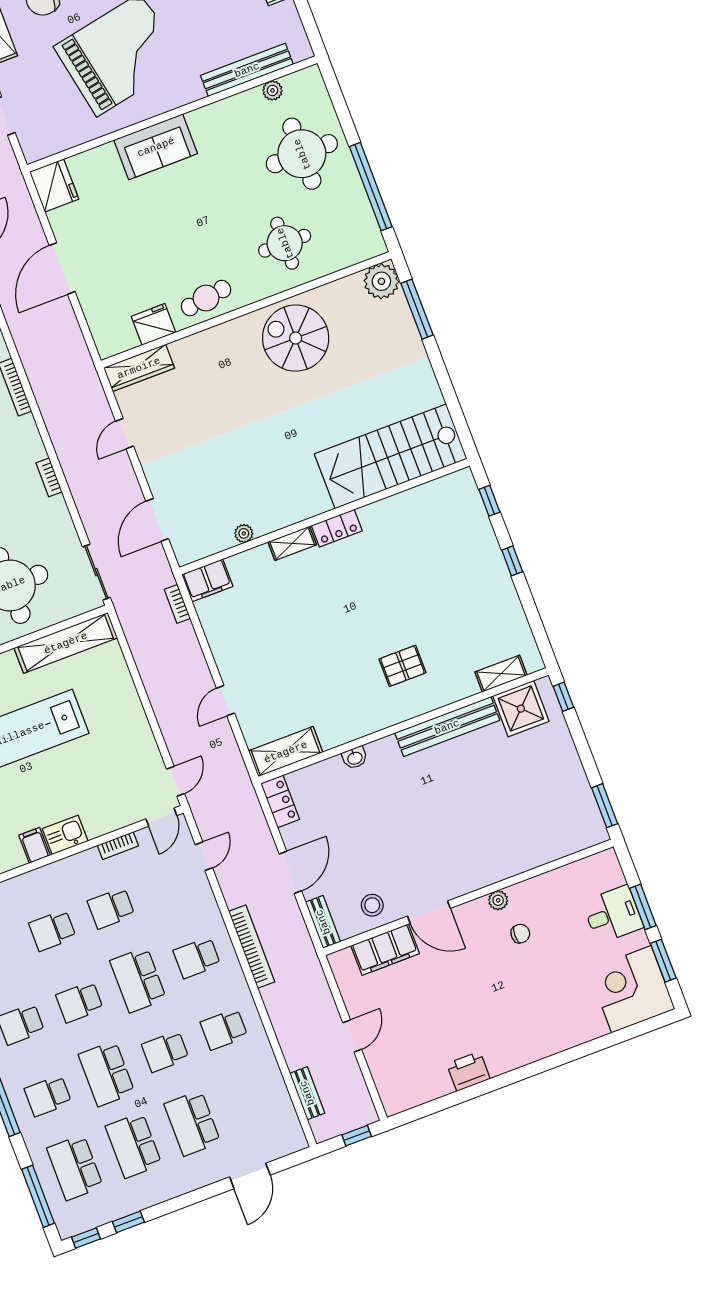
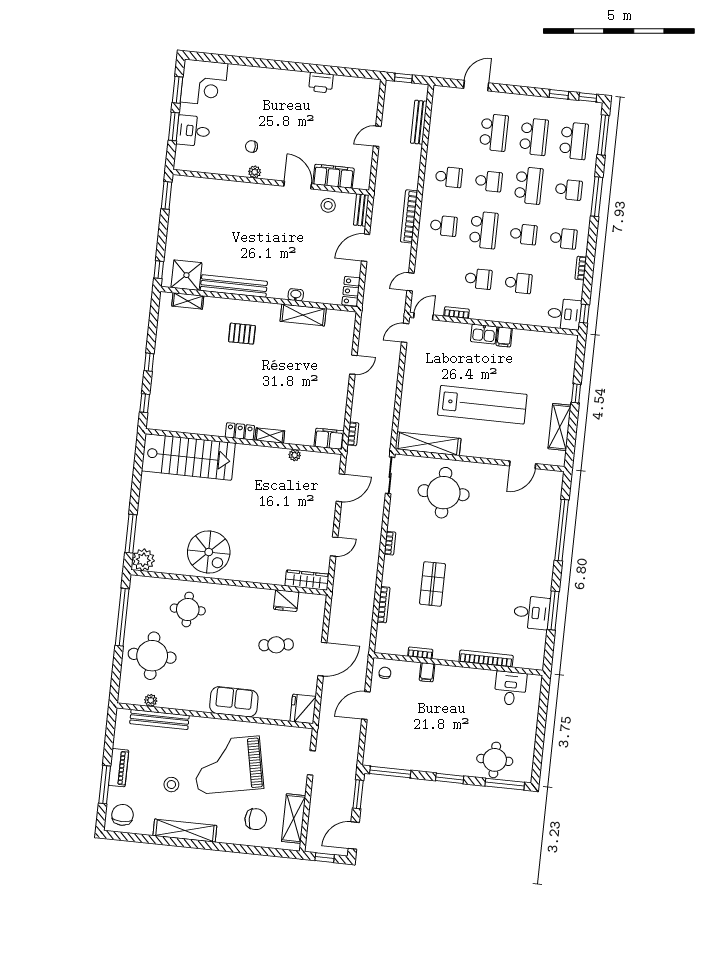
cafe table: (206, 298) -> (276, 645), moved
shelving: (286, 752) -> (303, 315), moved
bench: (307, 1093) -> (419, 122), width x1.36

